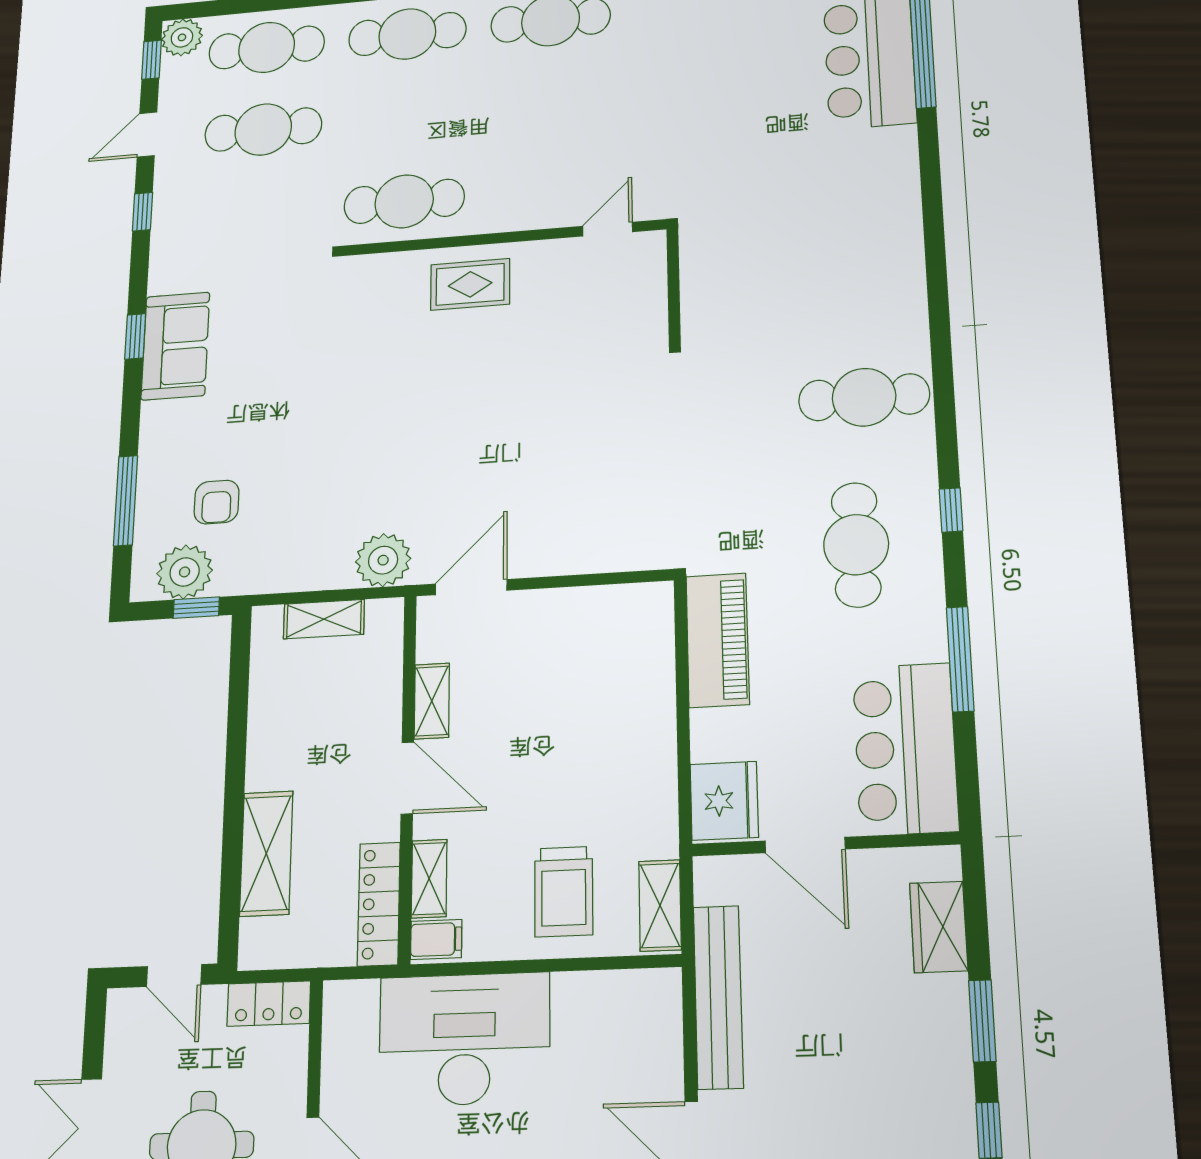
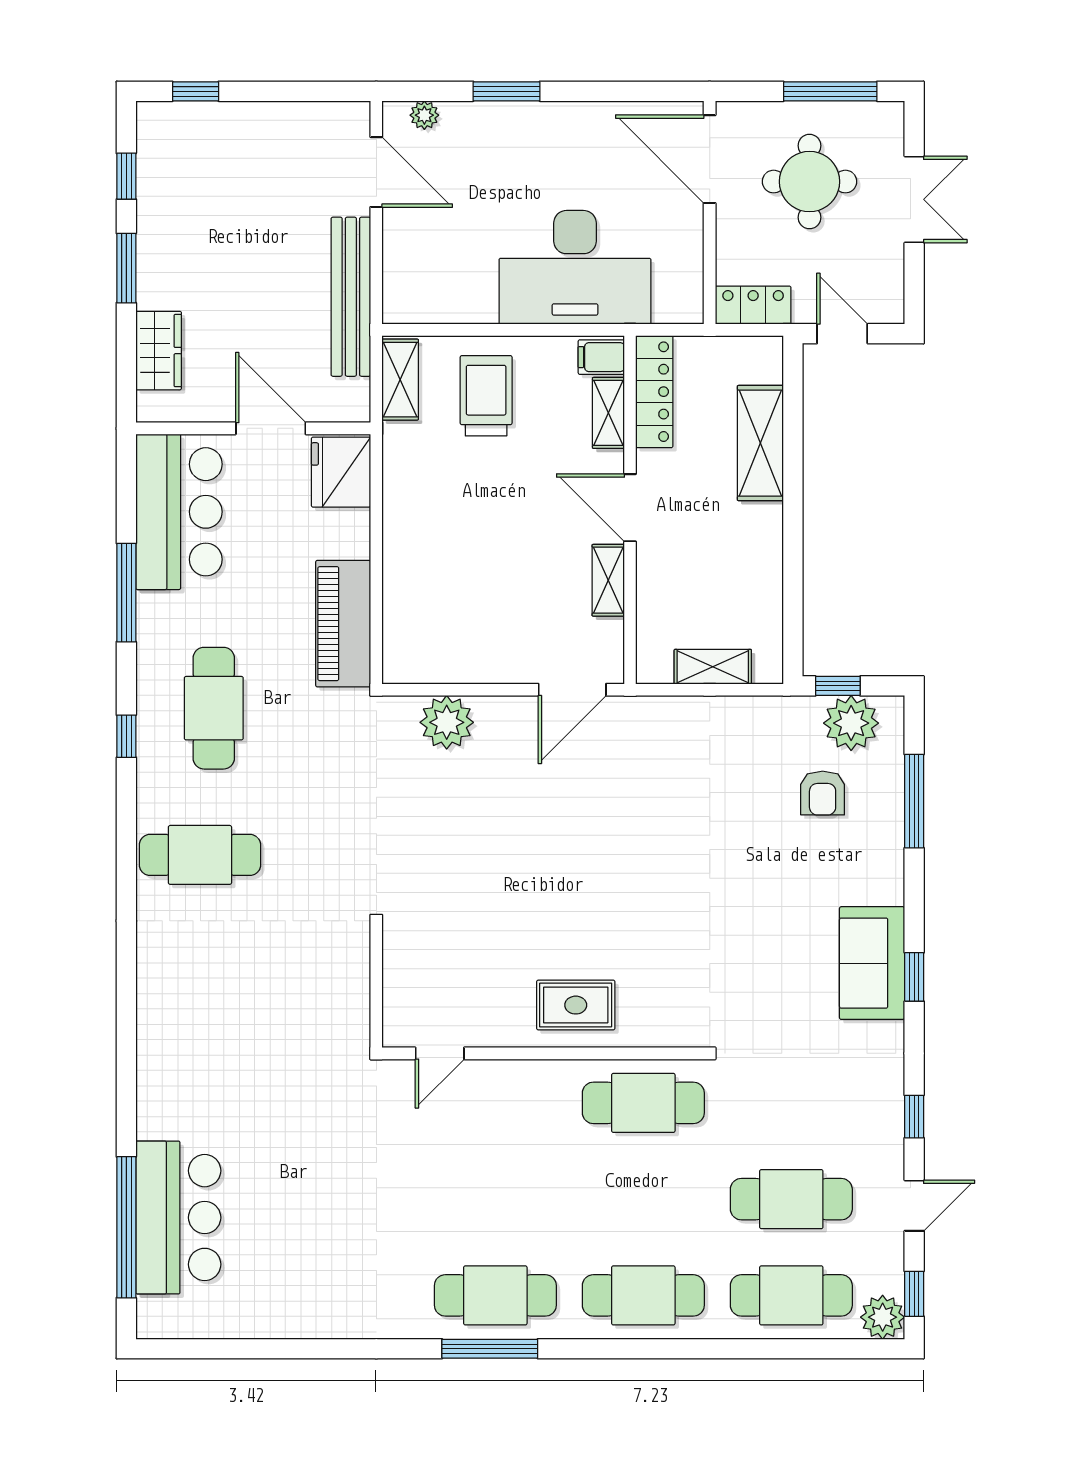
armchair: (217, 502) -> (823, 793), turned 180
plant: (383, 560) -> (447, 722), moved

